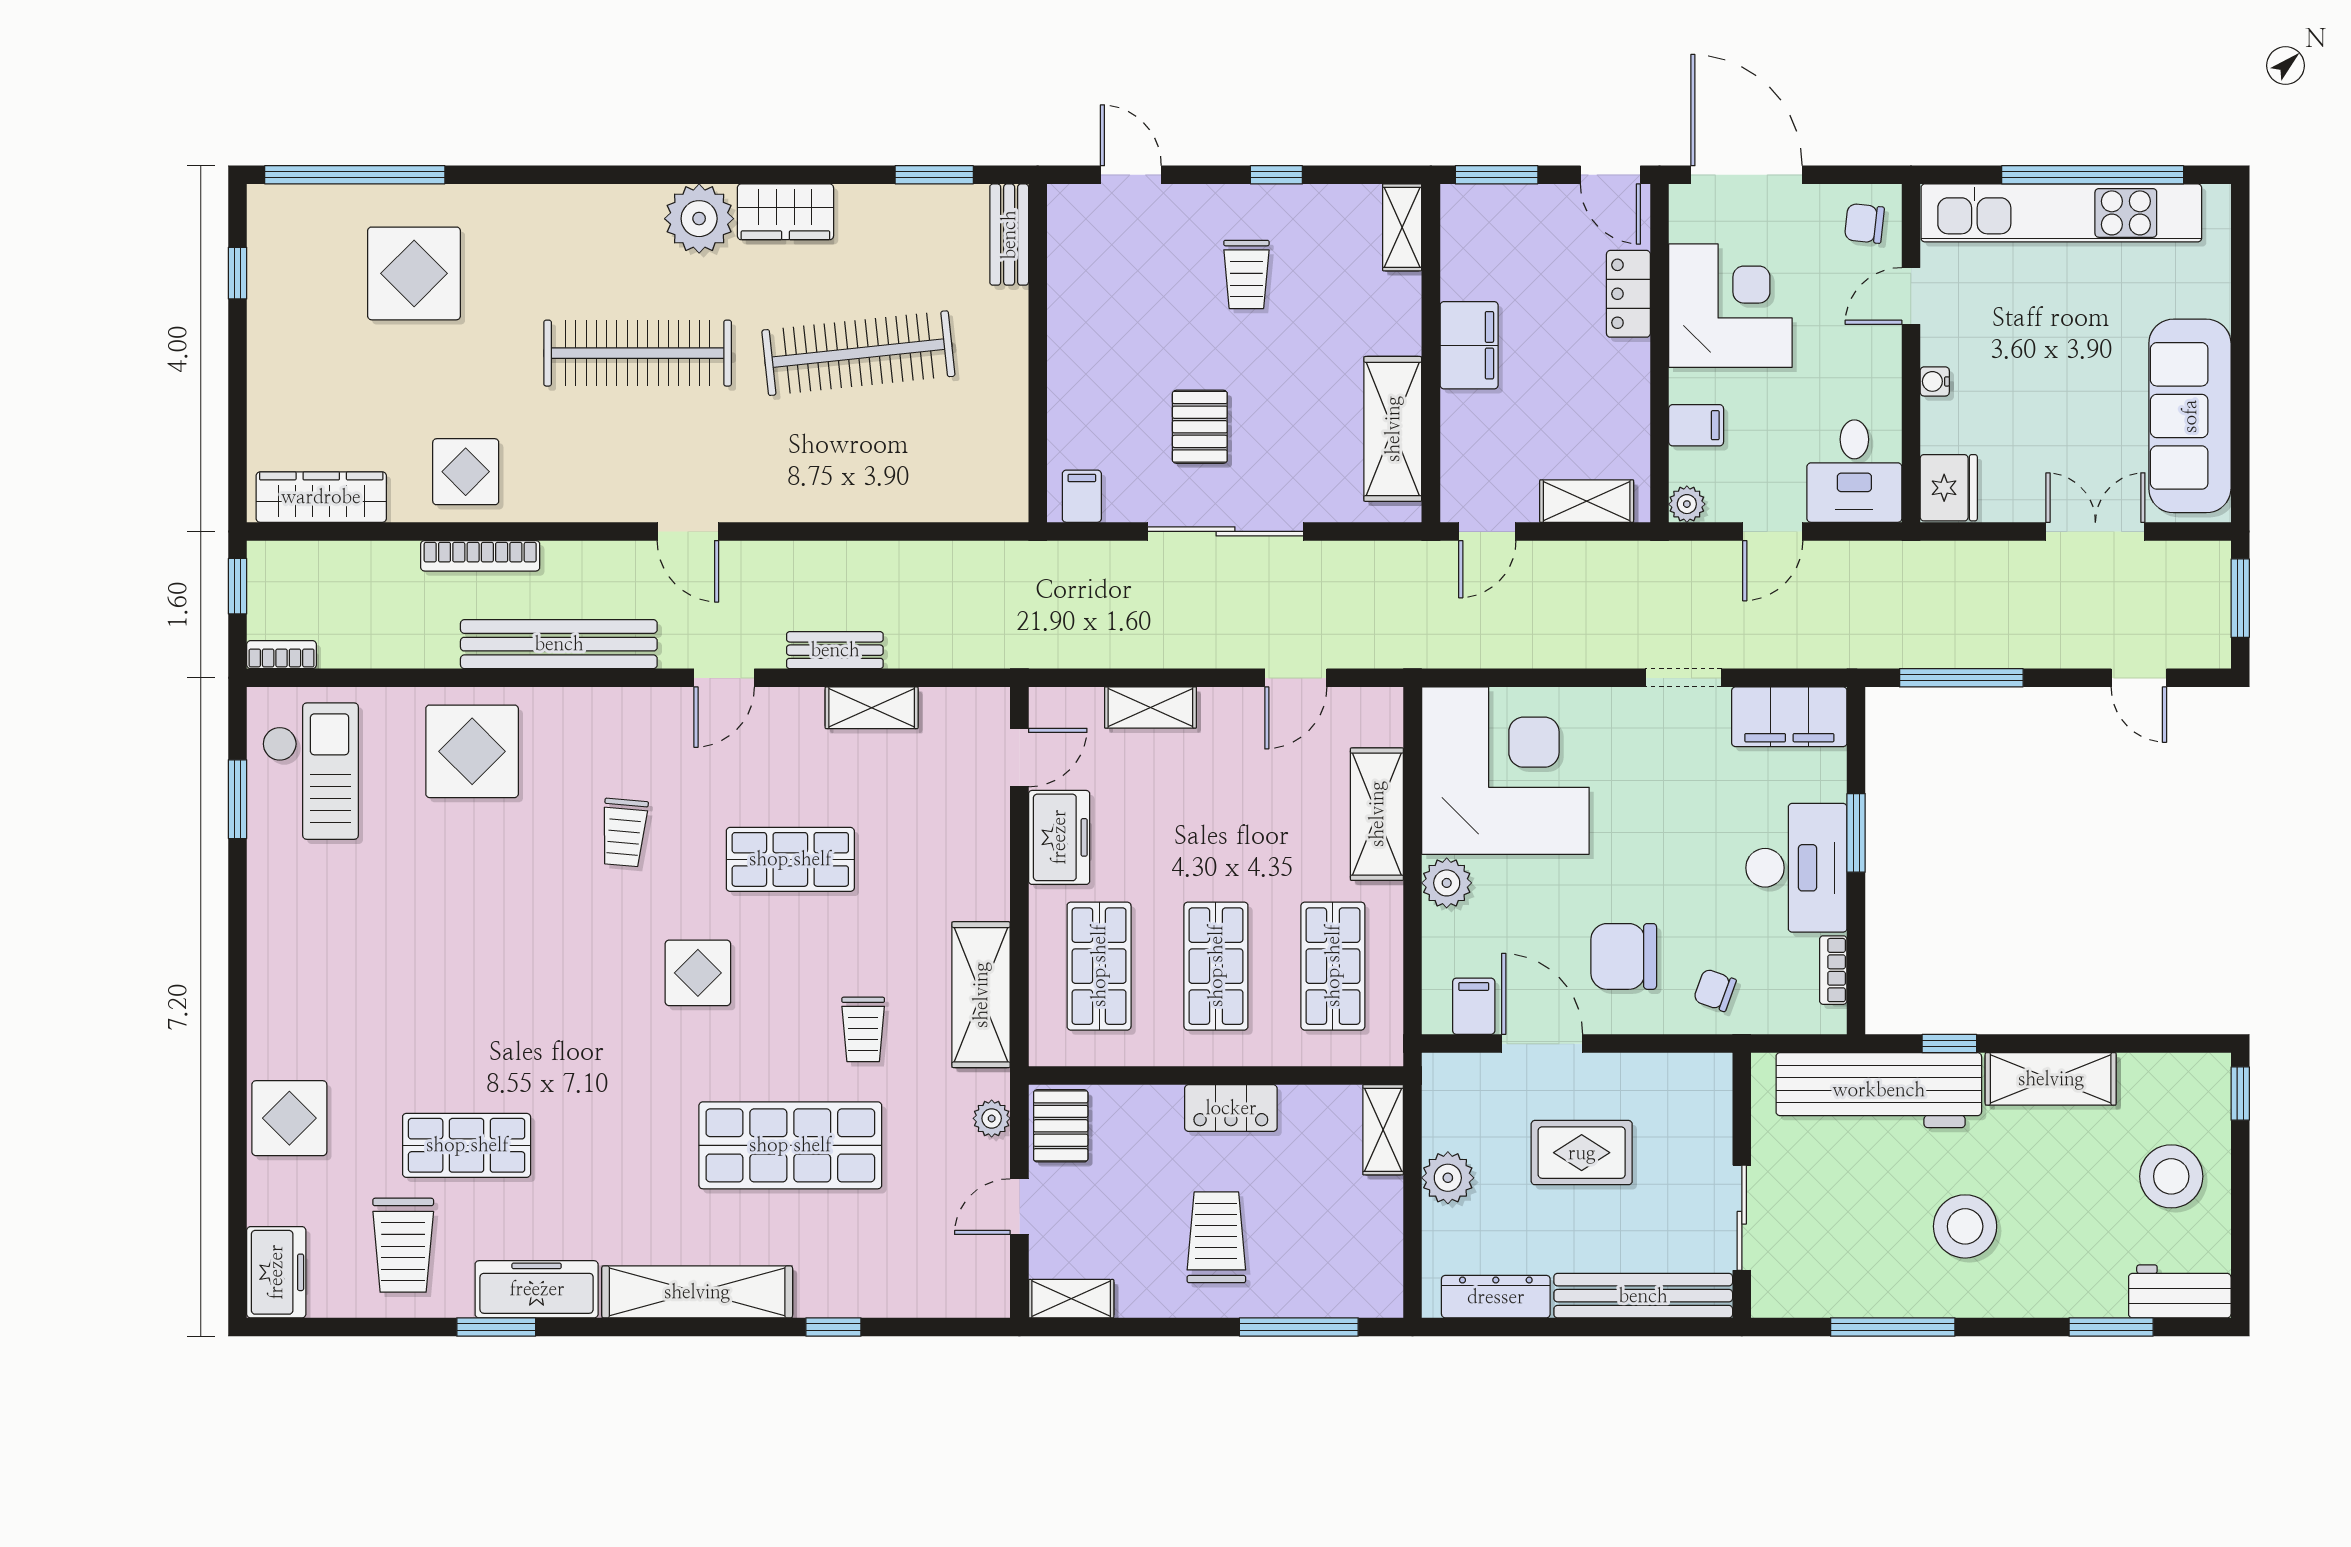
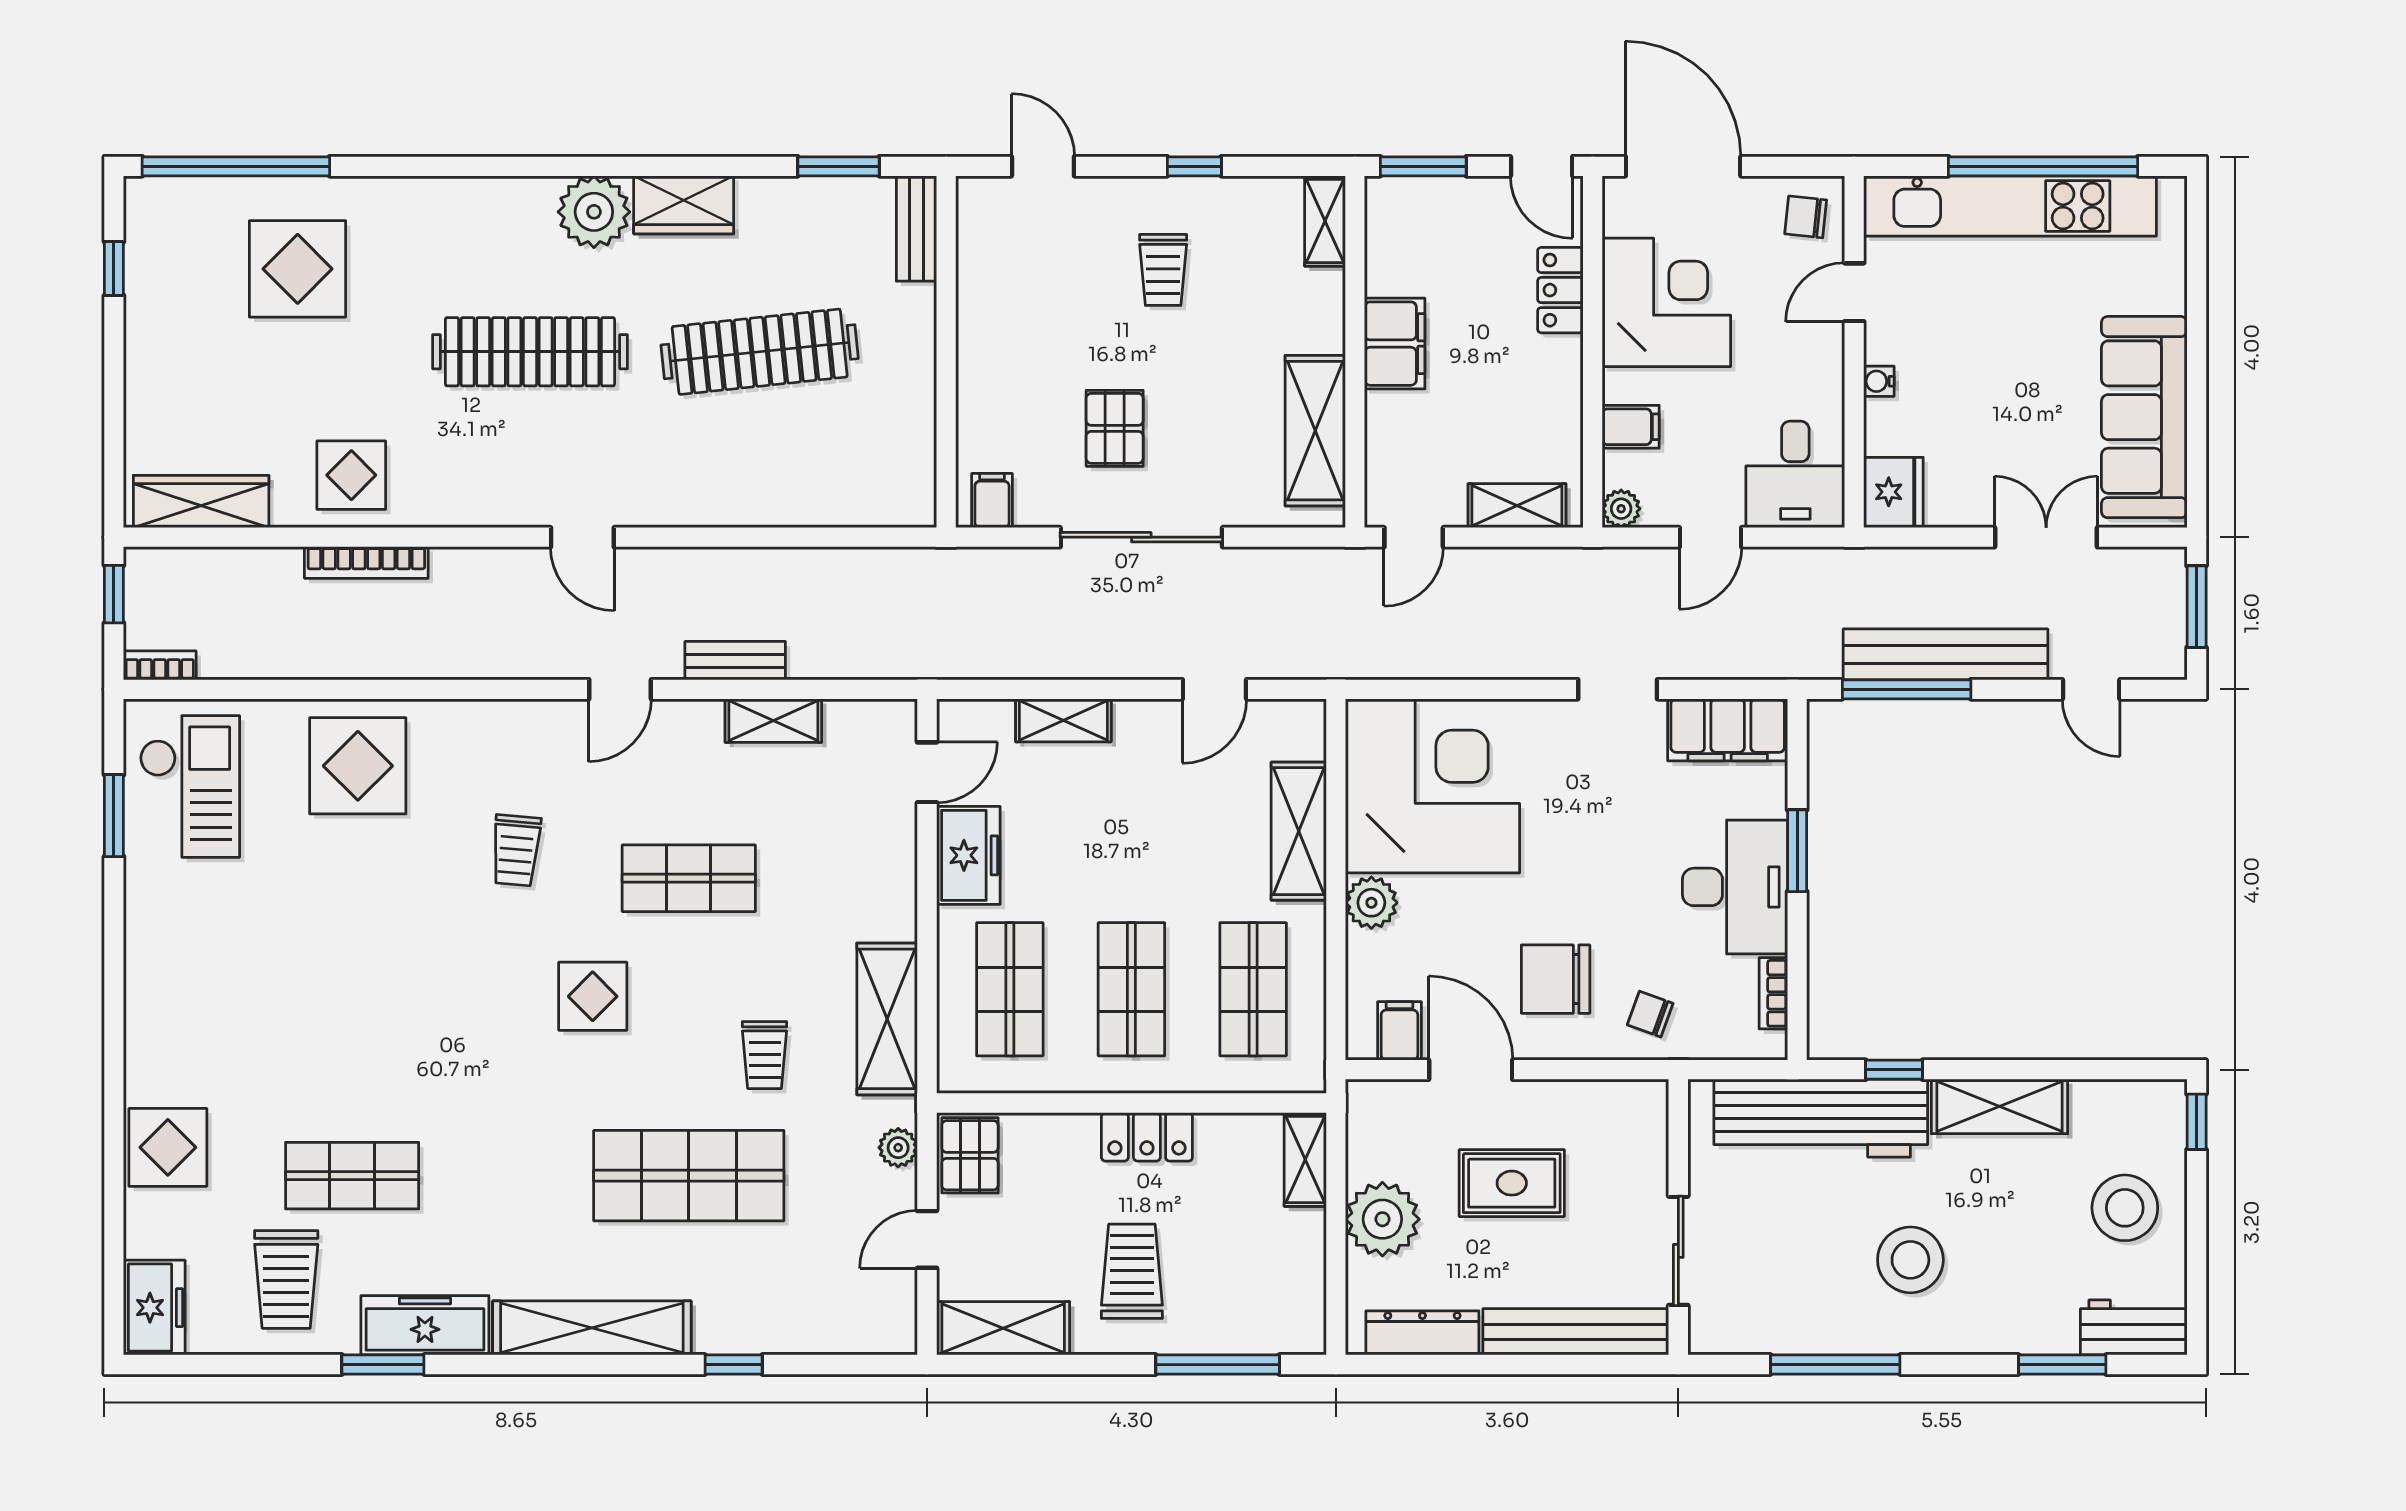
bench: (559, 644) -> (1945, 654), moved
plant: (1448, 1178) -> (1382, 1219), width x1.36, depth x1.36
shelving: (1071, 1299) -> (1003, 1328), width x1.50, depth x1.33

